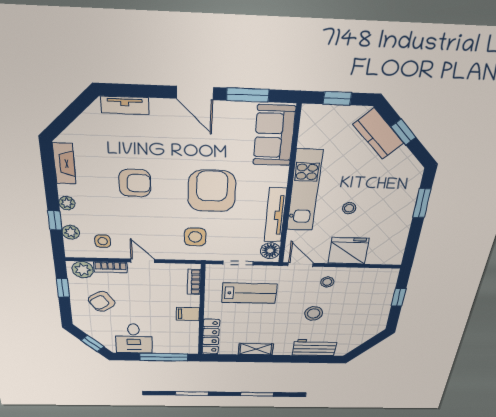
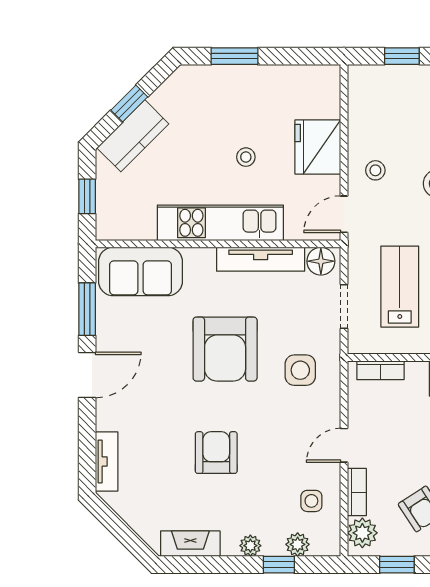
armchair: (212, 191) -> (225, 349), turned -90

